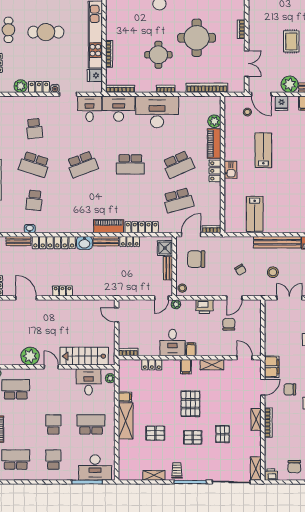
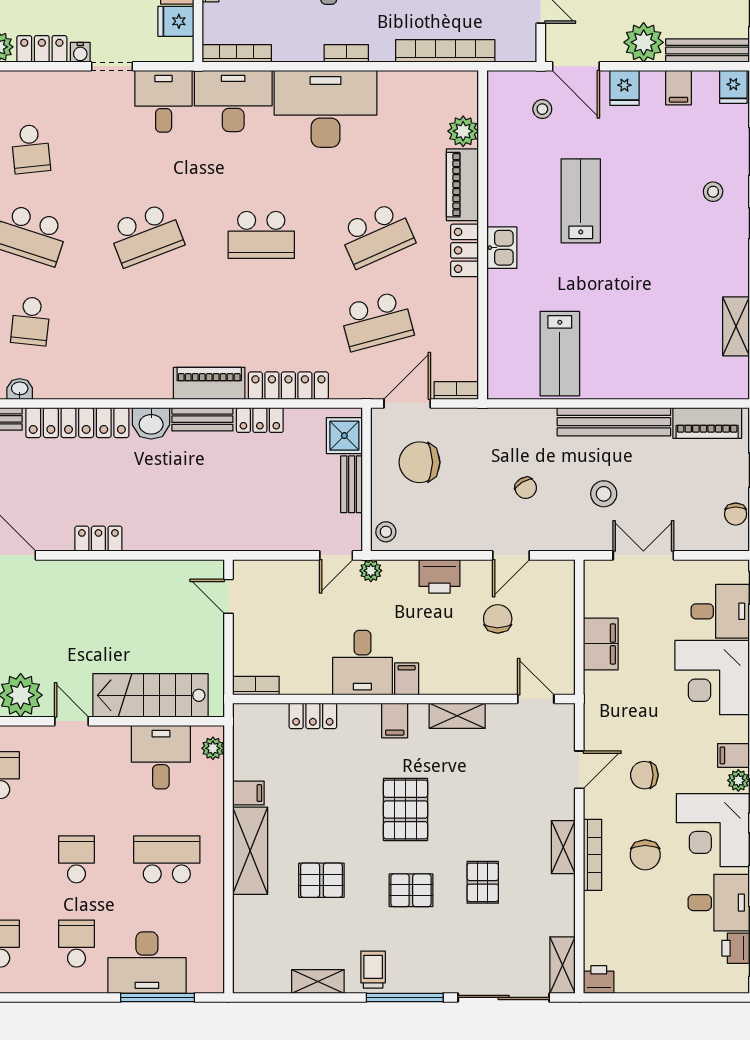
filing cabinet: (272, 367) -> (601, 644), moved
desk: (95, 467) -> (147, 963), moved
chair: (294, 467) -> (645, 855), moved

